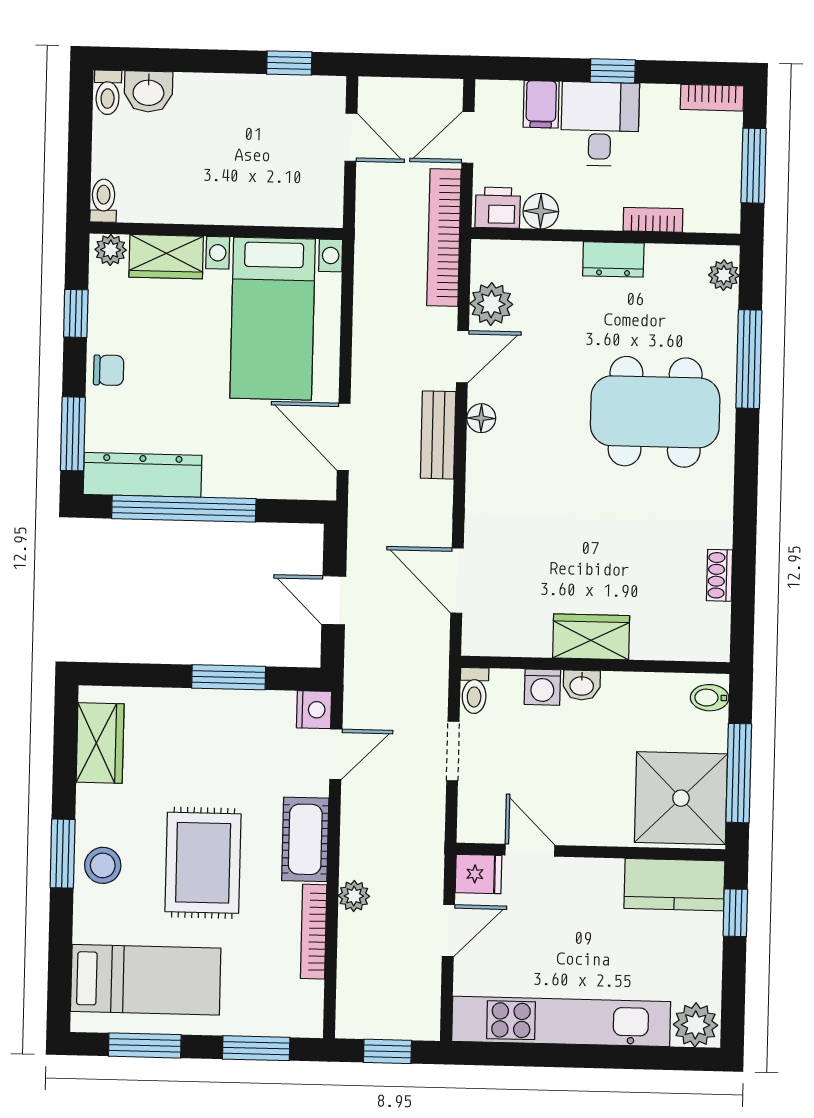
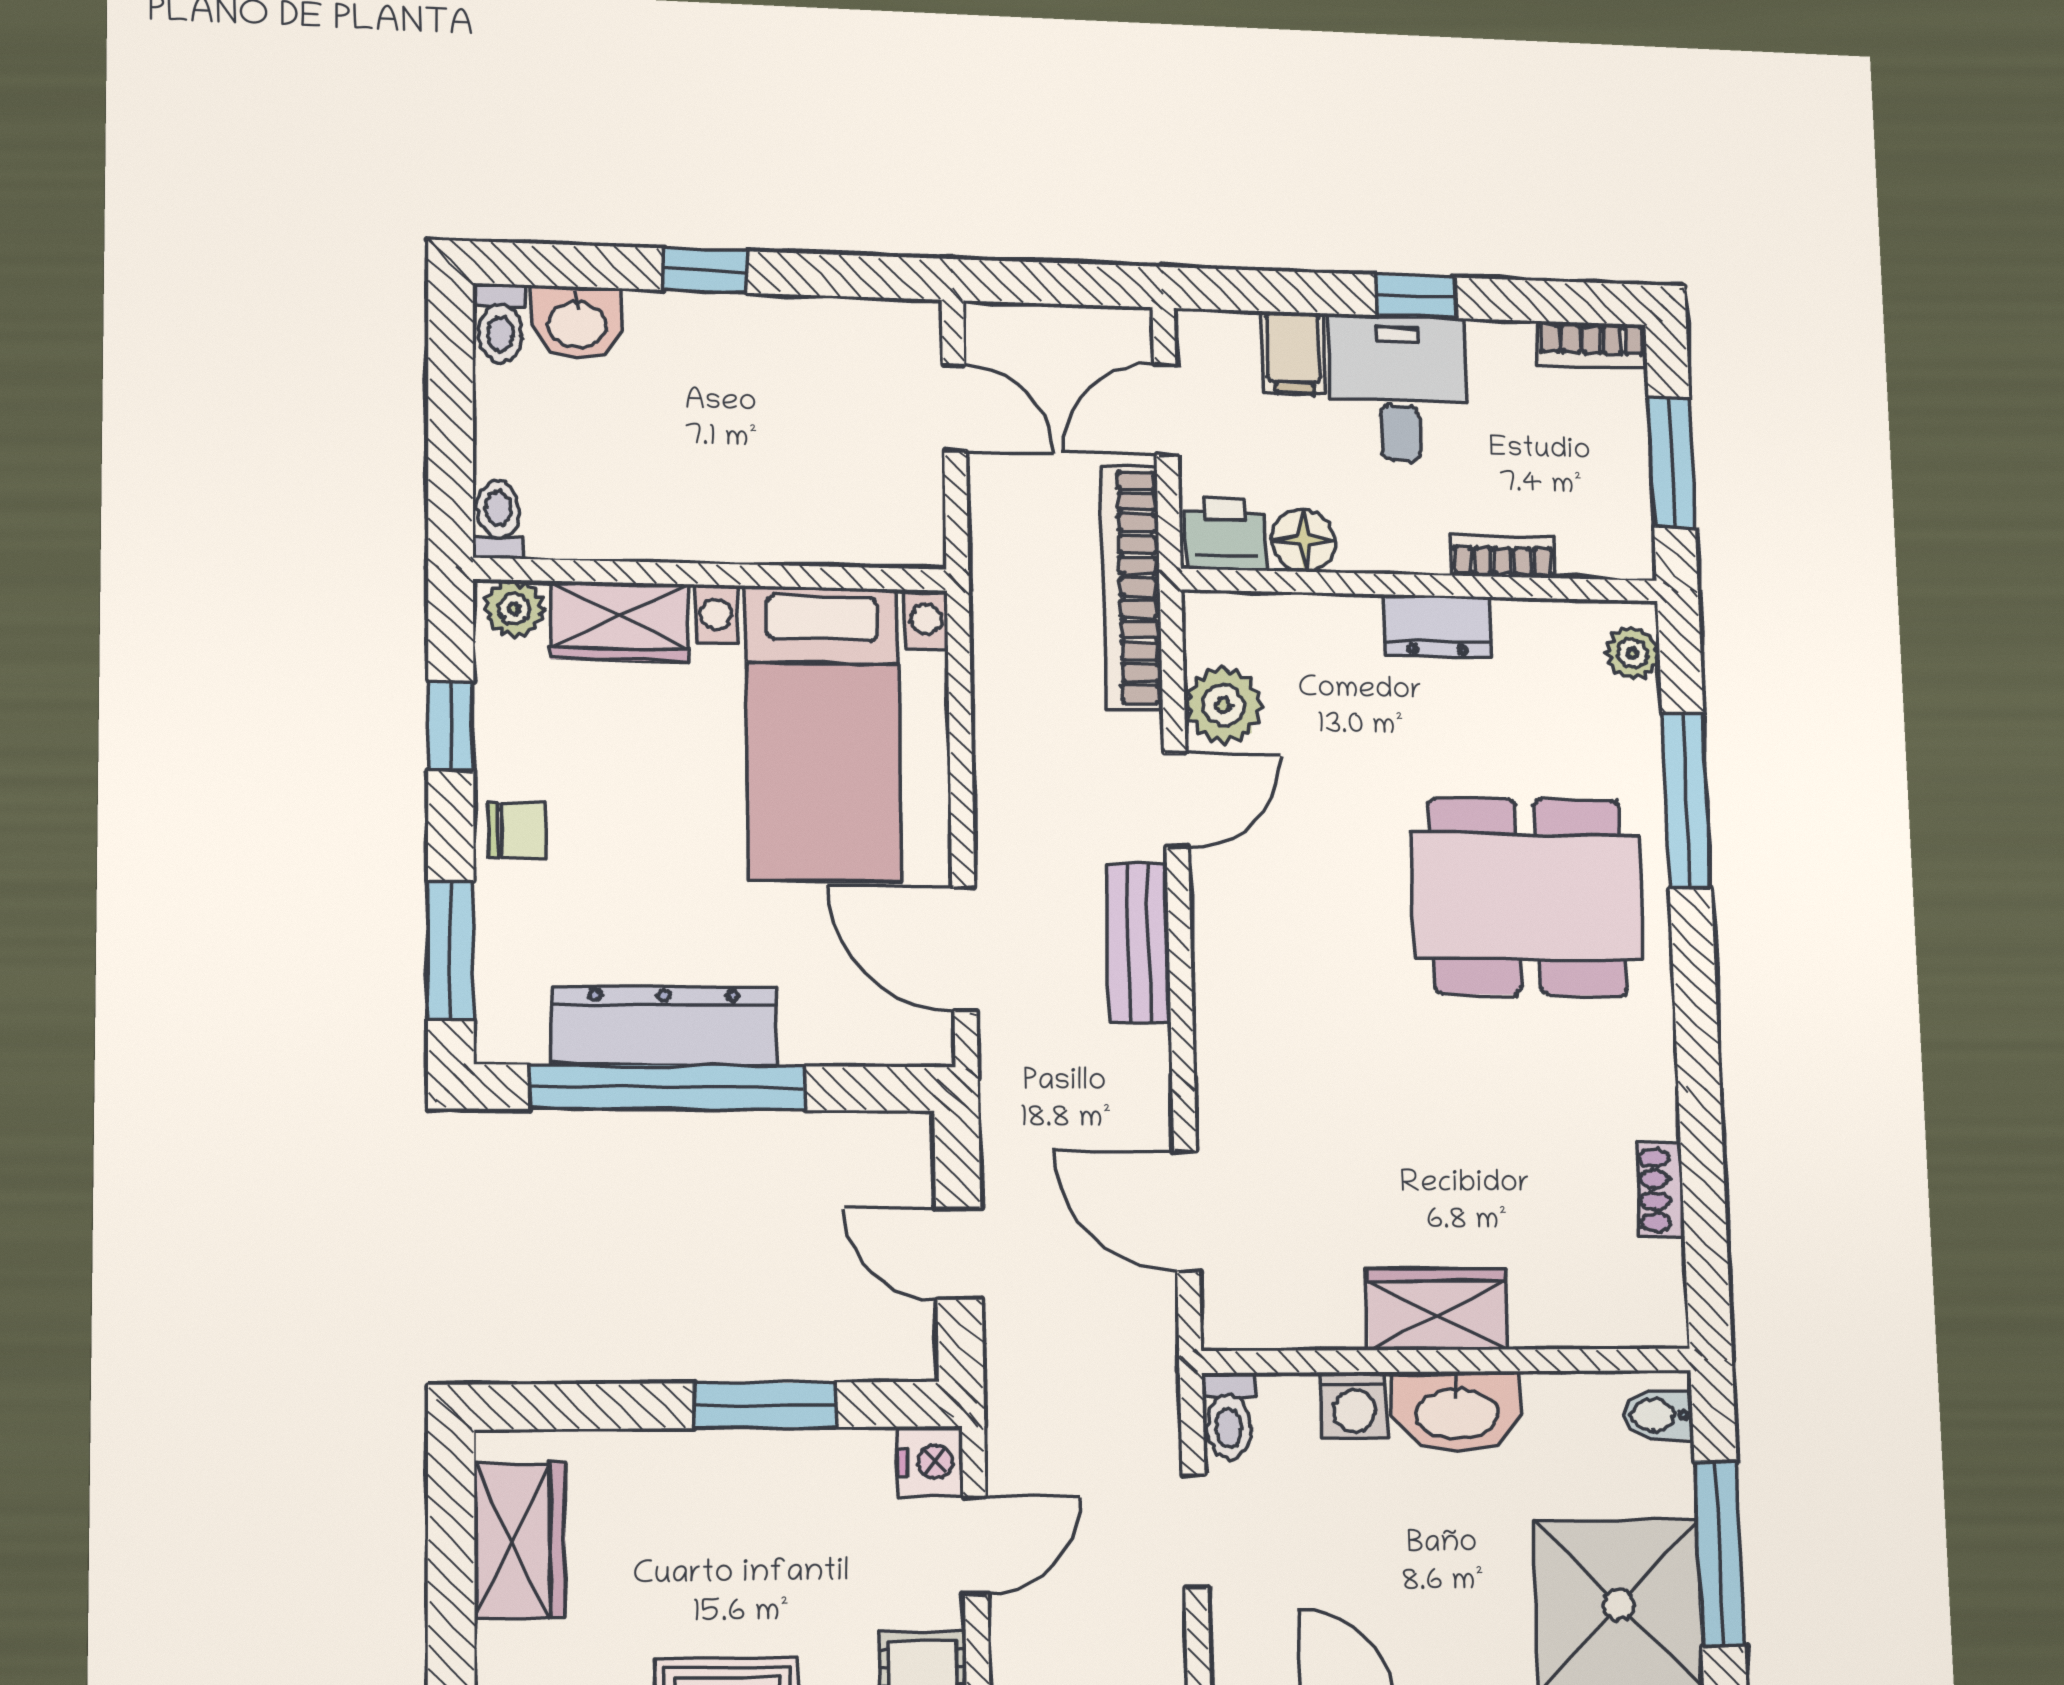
window: (289, 63) -> (705, 271), moved
floor lamp: (481, 418) -> (1216, 912), removed
dresser: (142, 475) -> (664, 1026), moved
washbasin: (582, 685) -> (1457, 1412), width x1.91, depth x1.45

